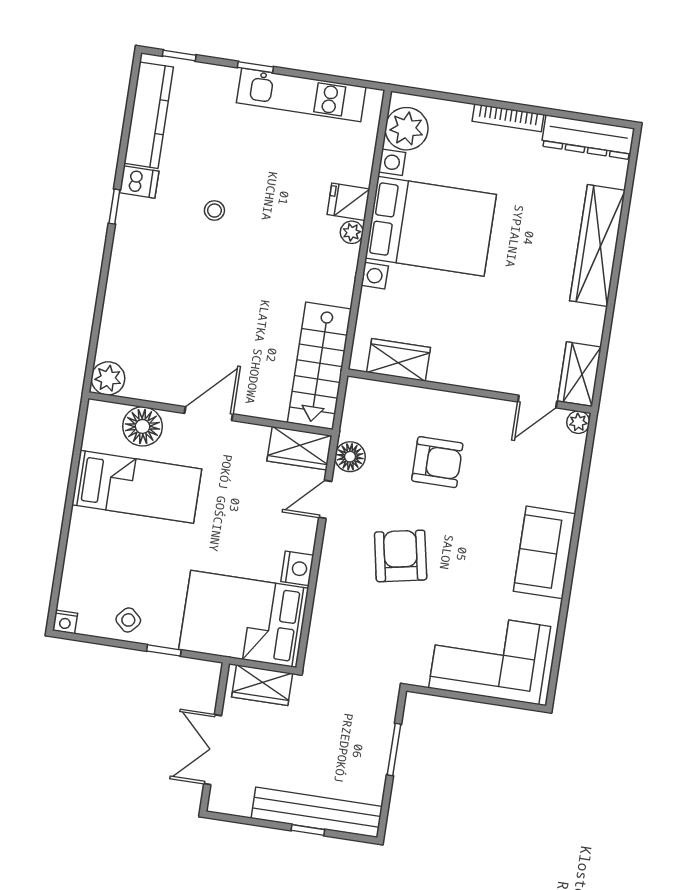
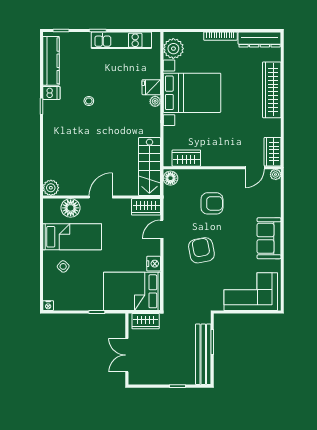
floor lamp: (350, 457) -> (170, 178), moved
side table: (128, 620) -> (63, 266), moved
bench: (317, 812) -> (203, 354), moved, turned 90

